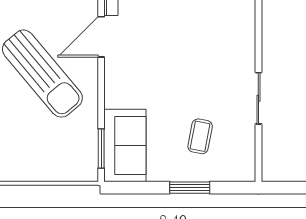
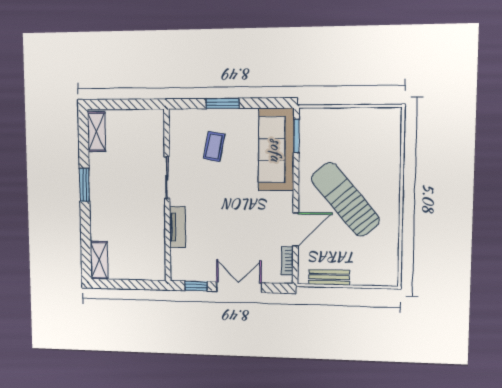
tv unit: (246, 37) -> (178, 227), added
sofa: (125, 146) -> (276, 150), width x1.36

